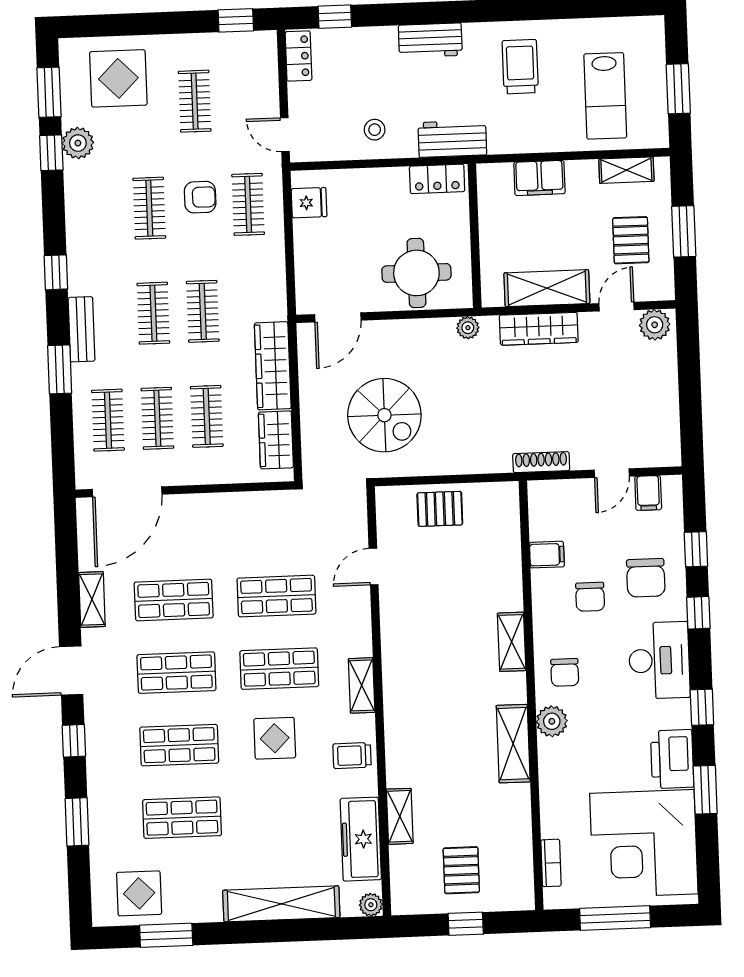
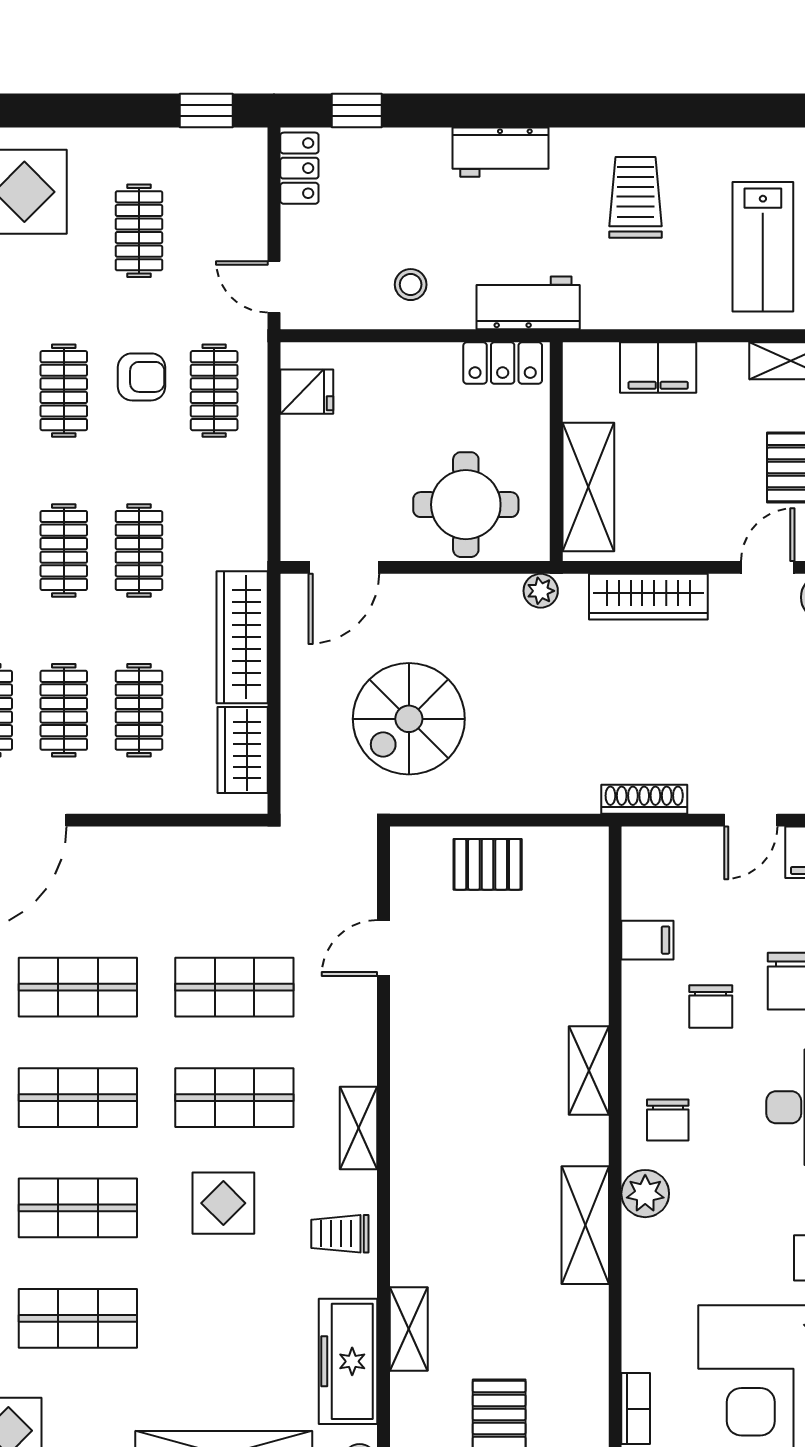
shelving: (547, 288) -> (588, 487), moved, turned 90
spiral stairs: (384, 415) -> (409, 719), turned 90

